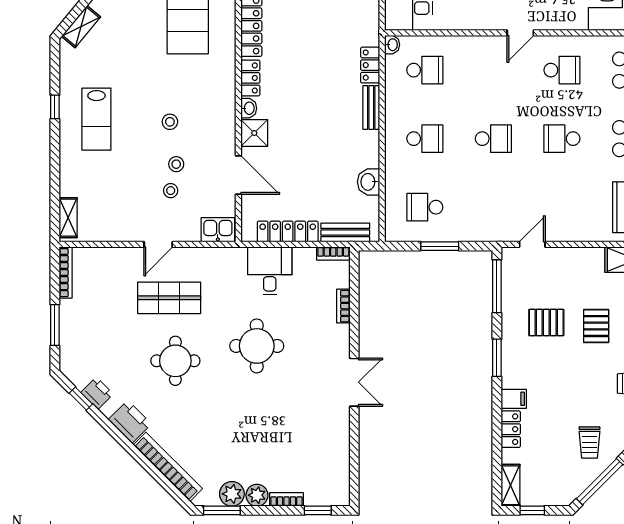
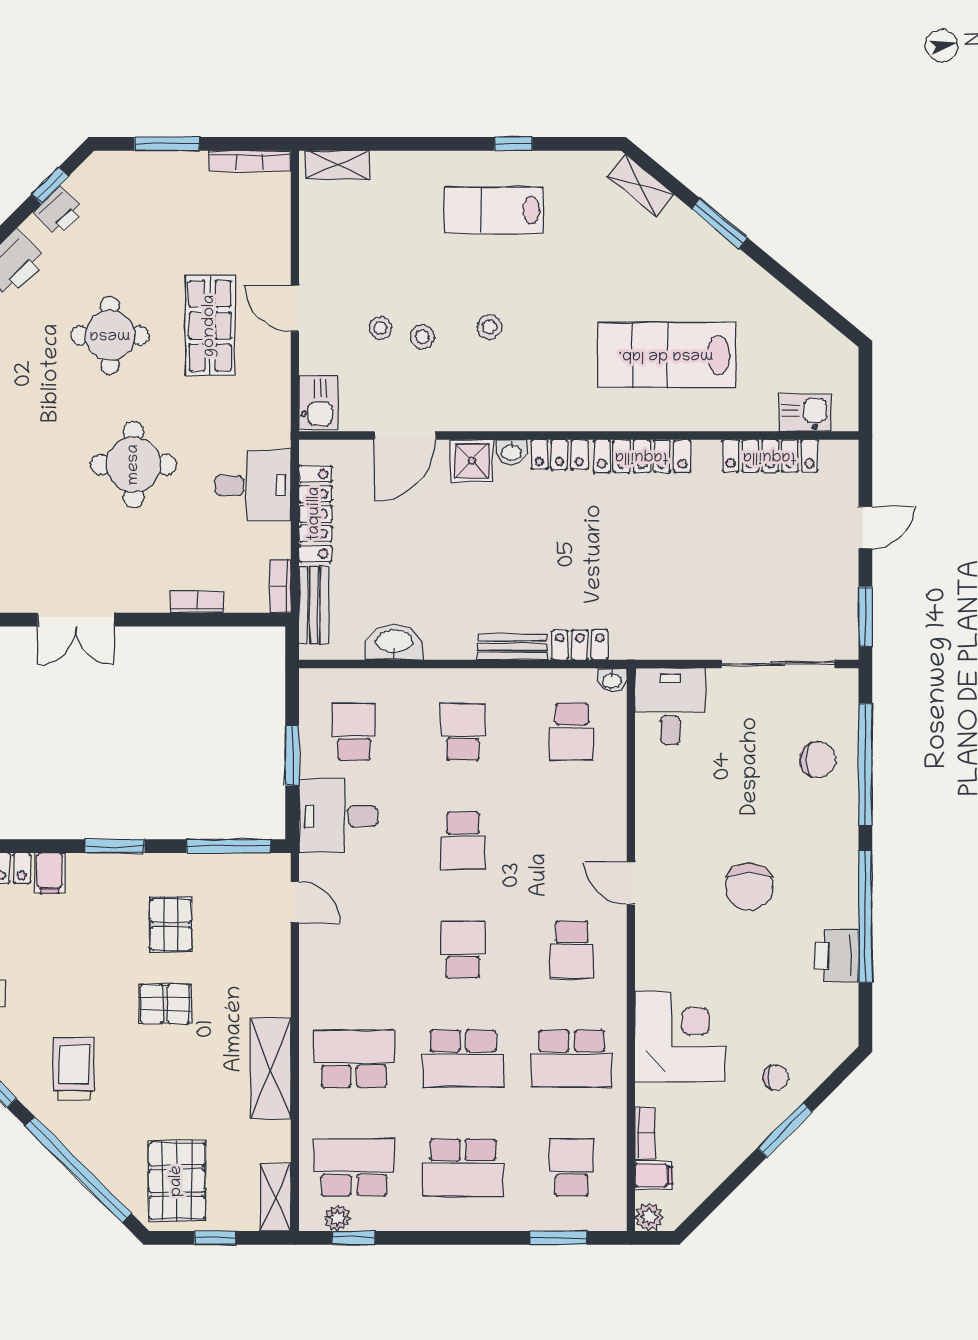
school desk: (425, 139) -> (463, 732), turned 180
washbasin: (369, 182) -> (394, 642), width x1.38
desk: (478, 217) -> (338, 816), added

